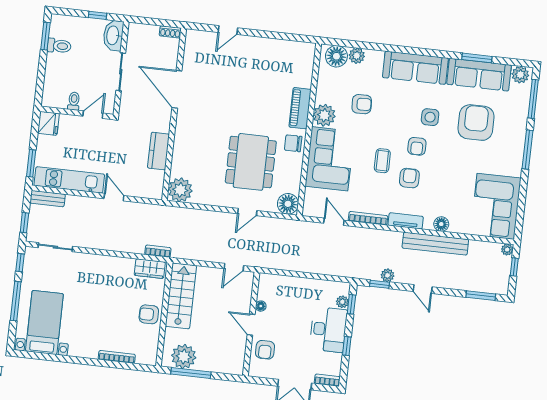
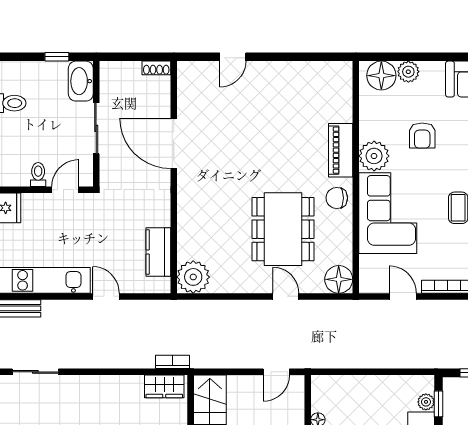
armchair: (362, 104) -> (422, 136), turned 92
kitchen counter: (158, 151) -> (158, 252), moved
door: (247, 212) -> (286, 296), swing flipped

